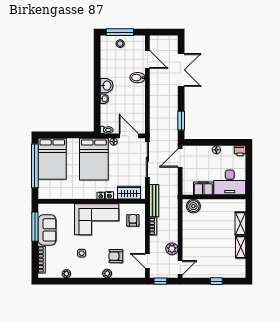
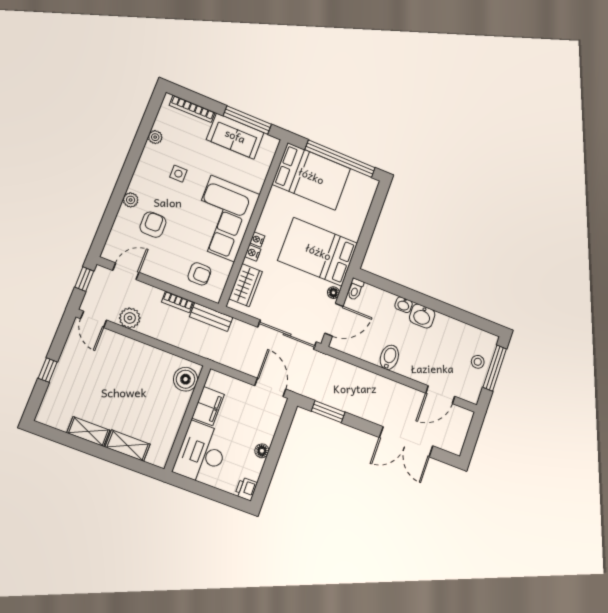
bidet: (138, 78) -> (389, 357), moved
bed: (52, 159) -> (311, 176), moved, turned 180
bench: (154, 201) -> (211, 317), width x0.73

